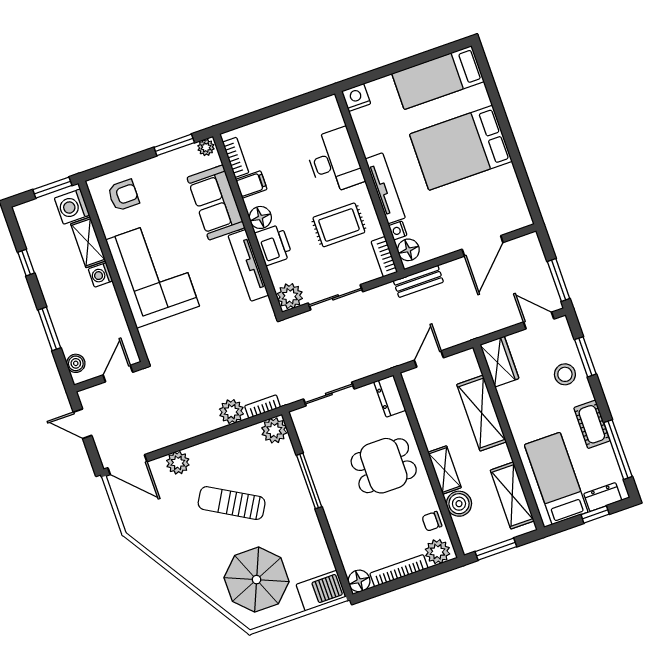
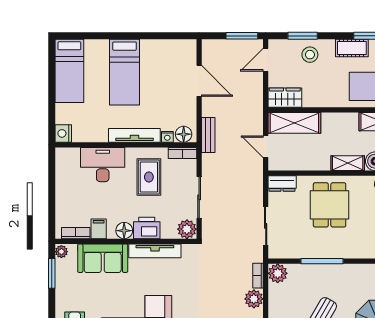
bed: (461, 148) -> (125, 72), width x0.67
shelving: (482, 413) -> (294, 123), moved

